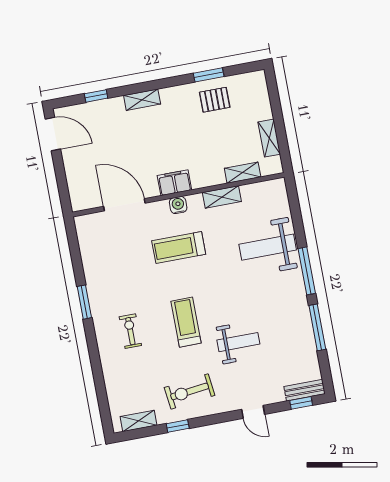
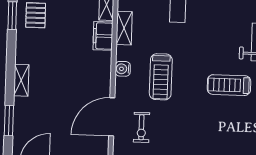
window: (96, 96) -> (9, 121), width x1.50
filing cabinet: (174, 183) -> (103, 36), moved
exercise bike: (130, 331) -> (141, 127), moved, turned -90

